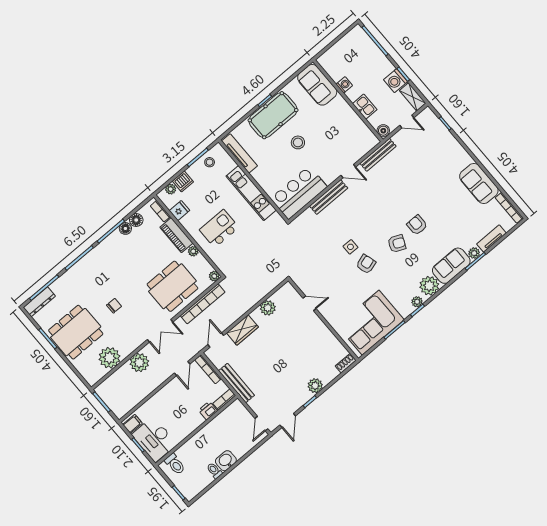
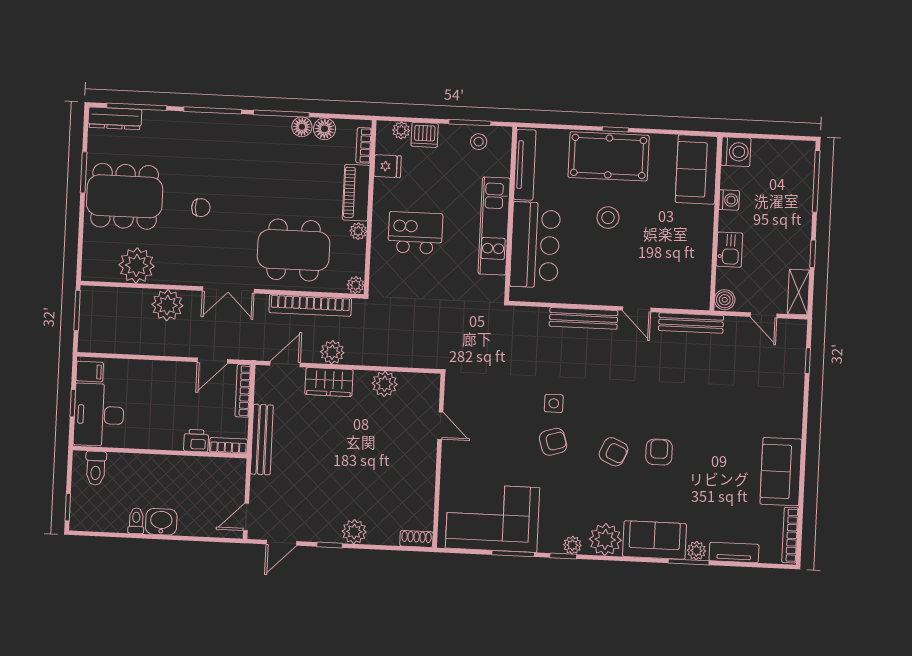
washing machine: (396, 81) -> (736, 152), moved, turned 180
bar counter: (299, 193) -> (535, 245), moved, turned 90
plant: (232, 315) -> (332, 352), added

